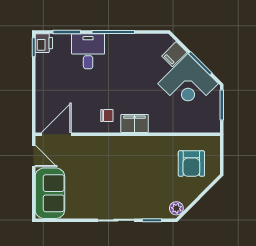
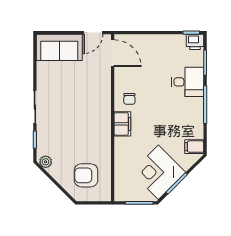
filing cabinet: (174, 54) -> (194, 147), moved, turned -45

